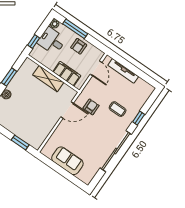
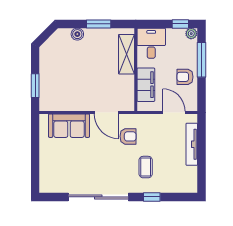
desk: (52, 41) -> (151, 43), moved
window: (34, 42) -> (180, 24), moved
door: (96, 68) -> (174, 113), swing flipped
shelving: (48, 79) -> (126, 54), moved
sofa: (67, 161) -> (69, 126), moved, turned 90

